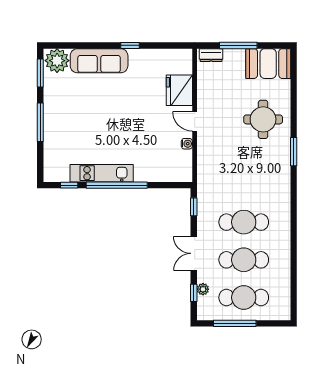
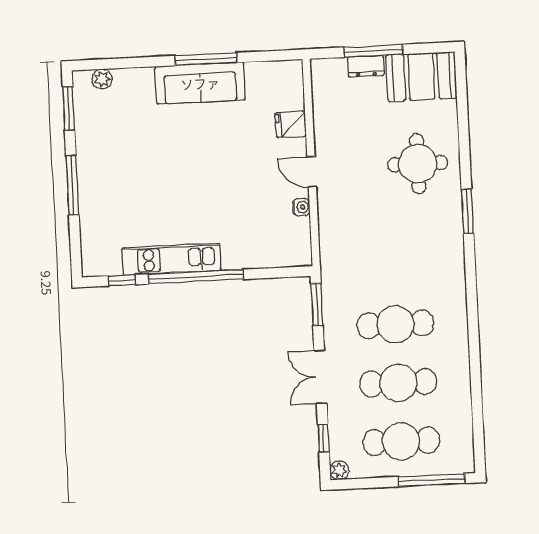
window: (130, 45) -> (206, 59), width x2.17
dresser: (211, 55) -> (366, 66), moved
plant: (57, 61) -> (102, 79), width x0.53, depth x0.53
sofa: (99, 61) -> (200, 83), moved
fridge: (179, 90) -> (291, 125), width x0.53, depth x0.75
window: (194, 207) -> (317, 304), width x1.50
plant: (203, 289) -> (339, 470), moved
window: (235, 323) -> (432, 480), moved

